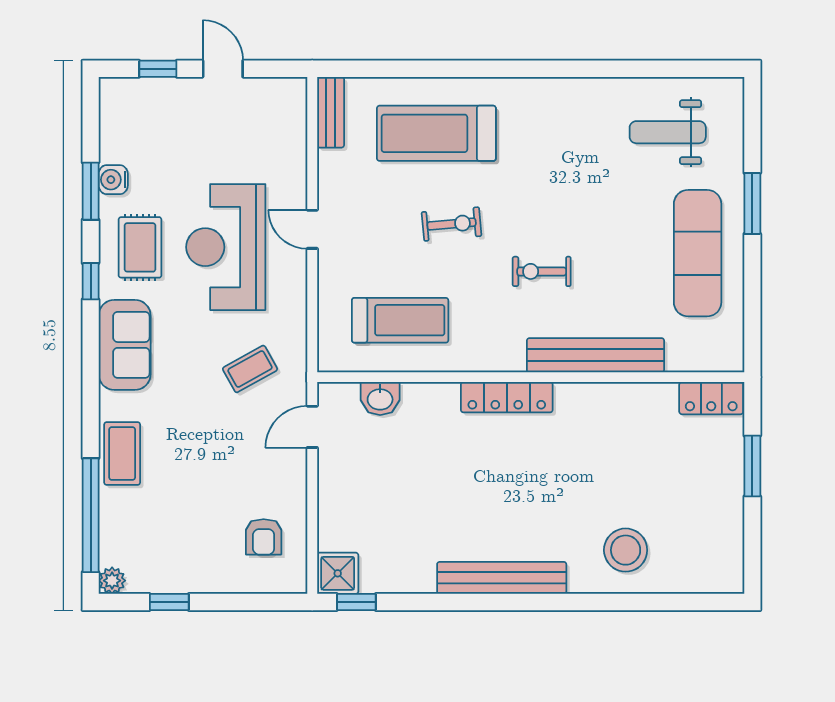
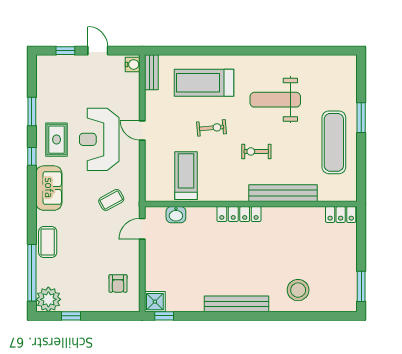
weight bench: (668, 132) -> (275, 100), moved, width x1.36, depth x1.33
water cooler: (113, 180) -> (133, 64), moved, turned 180
treadmill: (400, 320) -> (186, 176), turned -90
window: (752, 466) -> (361, 286), moved
plant: (112, 581) -> (48, 299), width x1.87, depth x1.87

